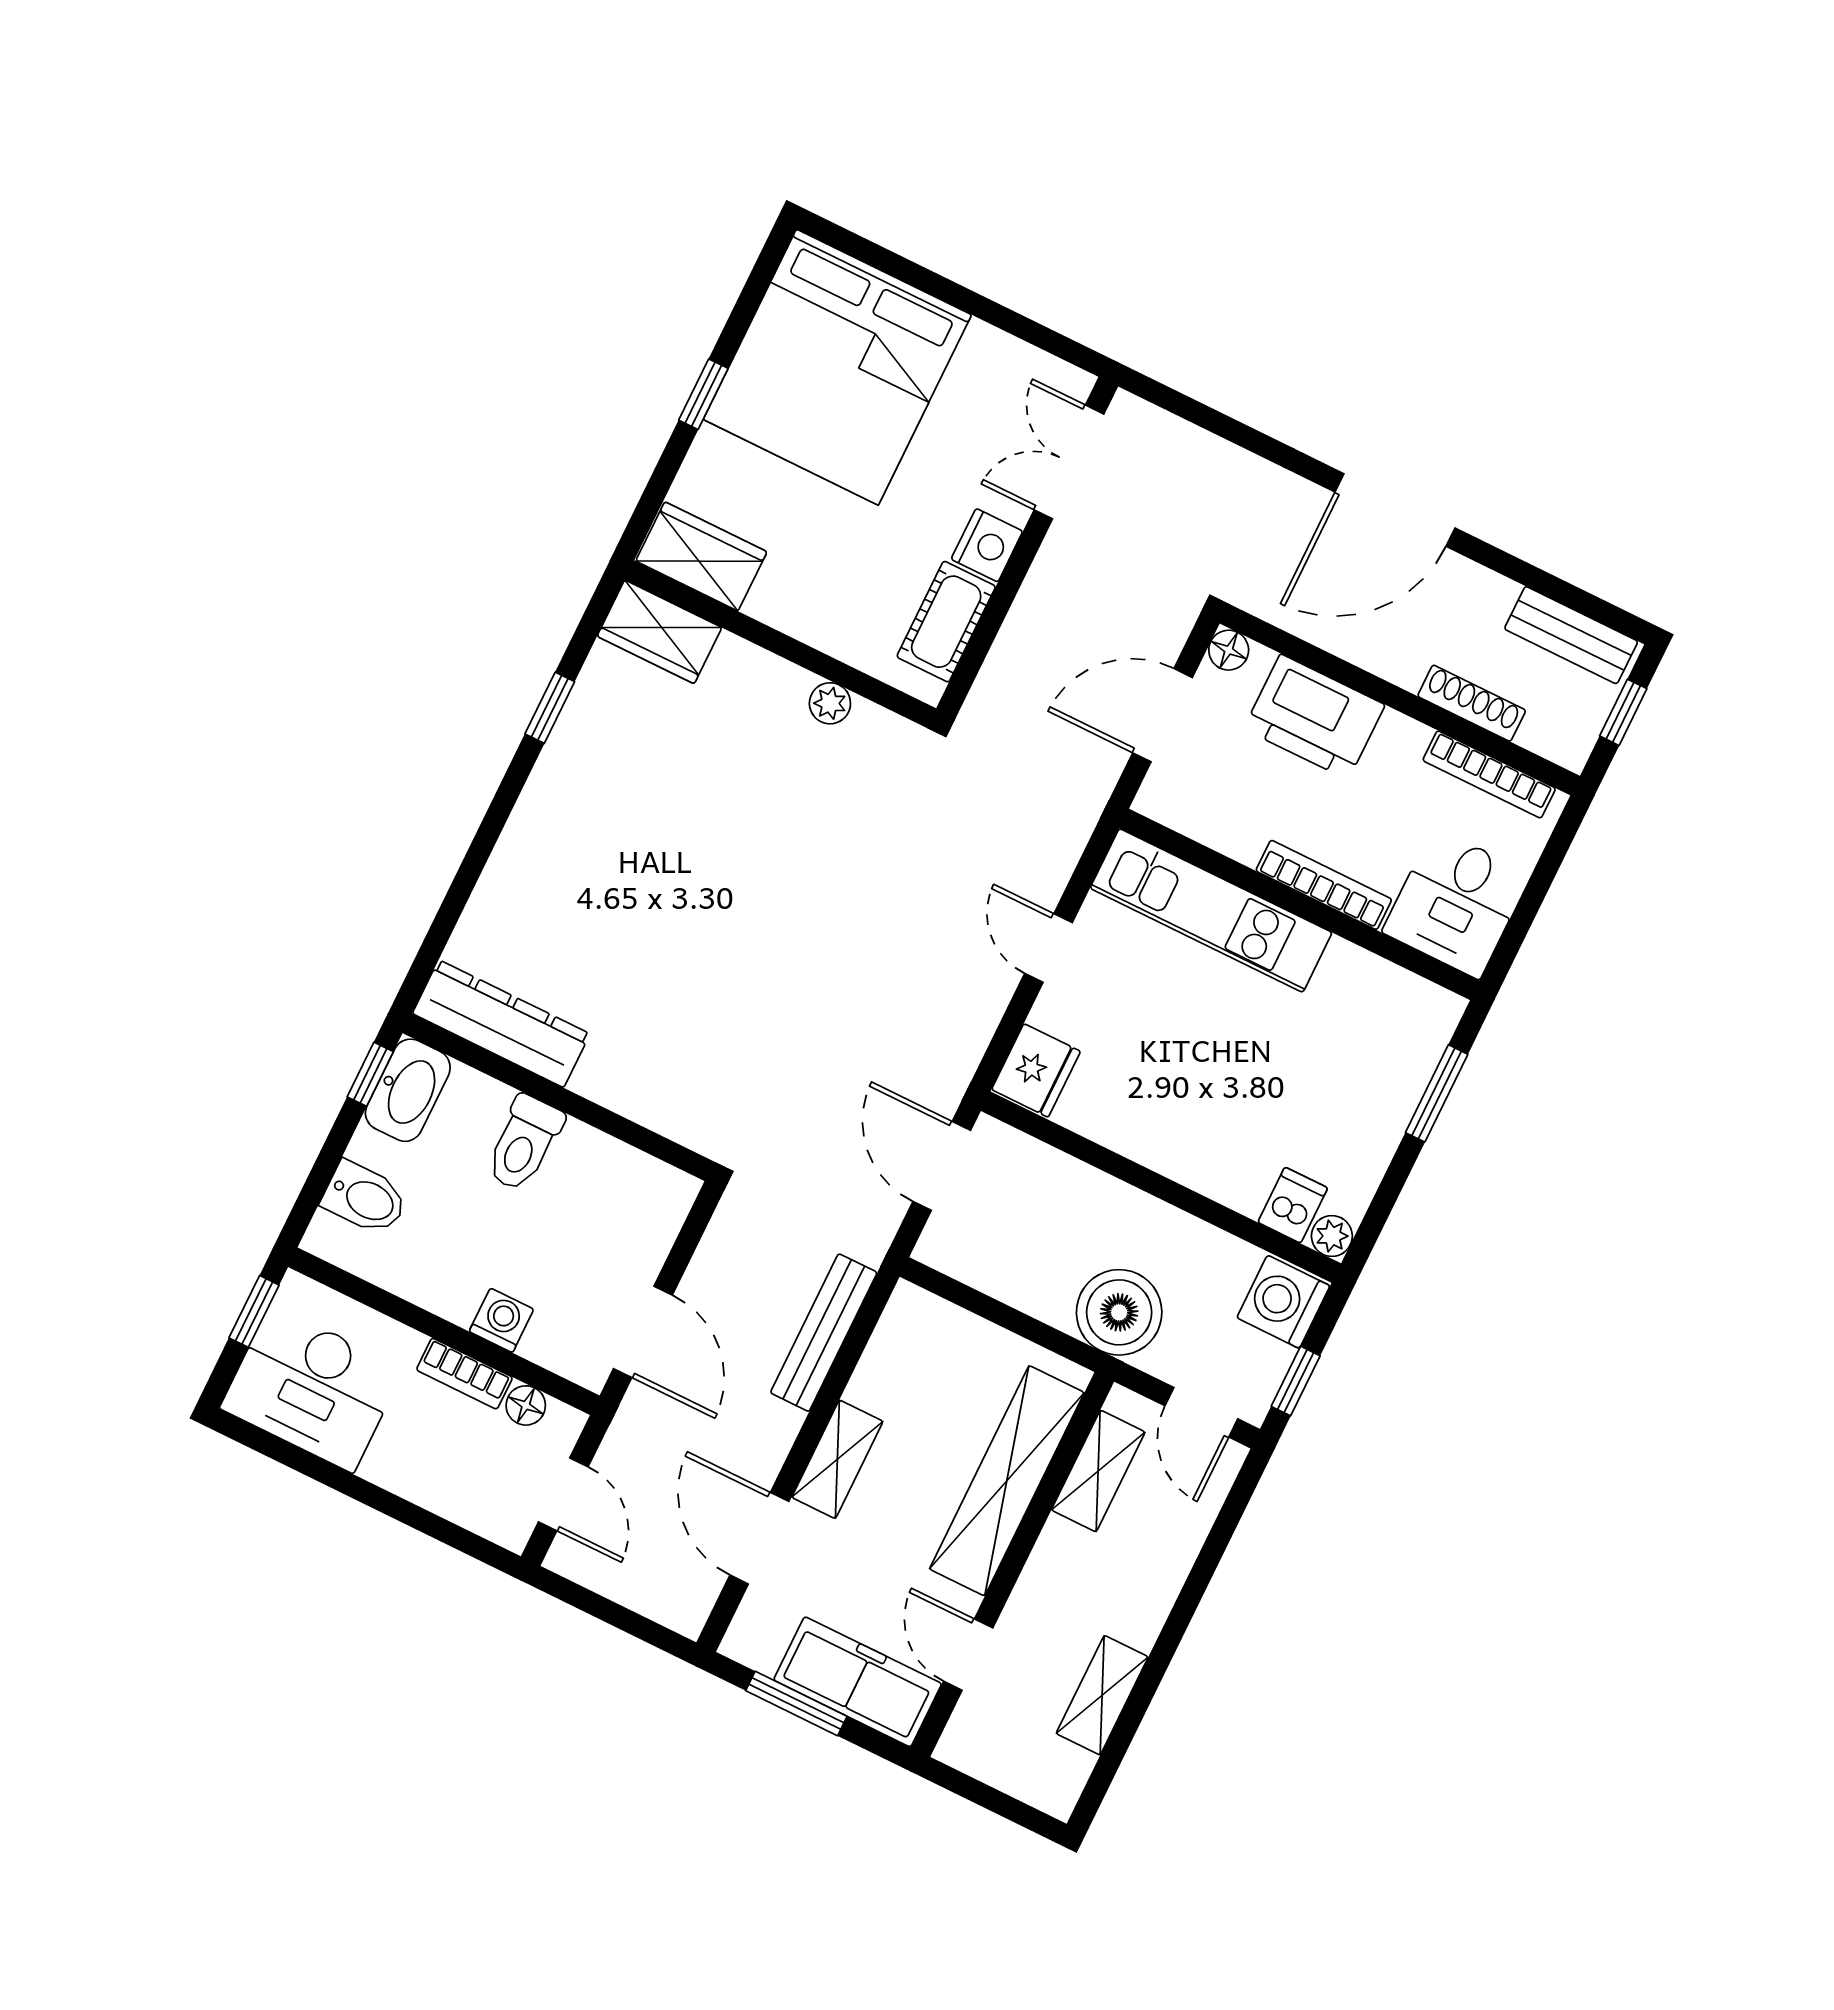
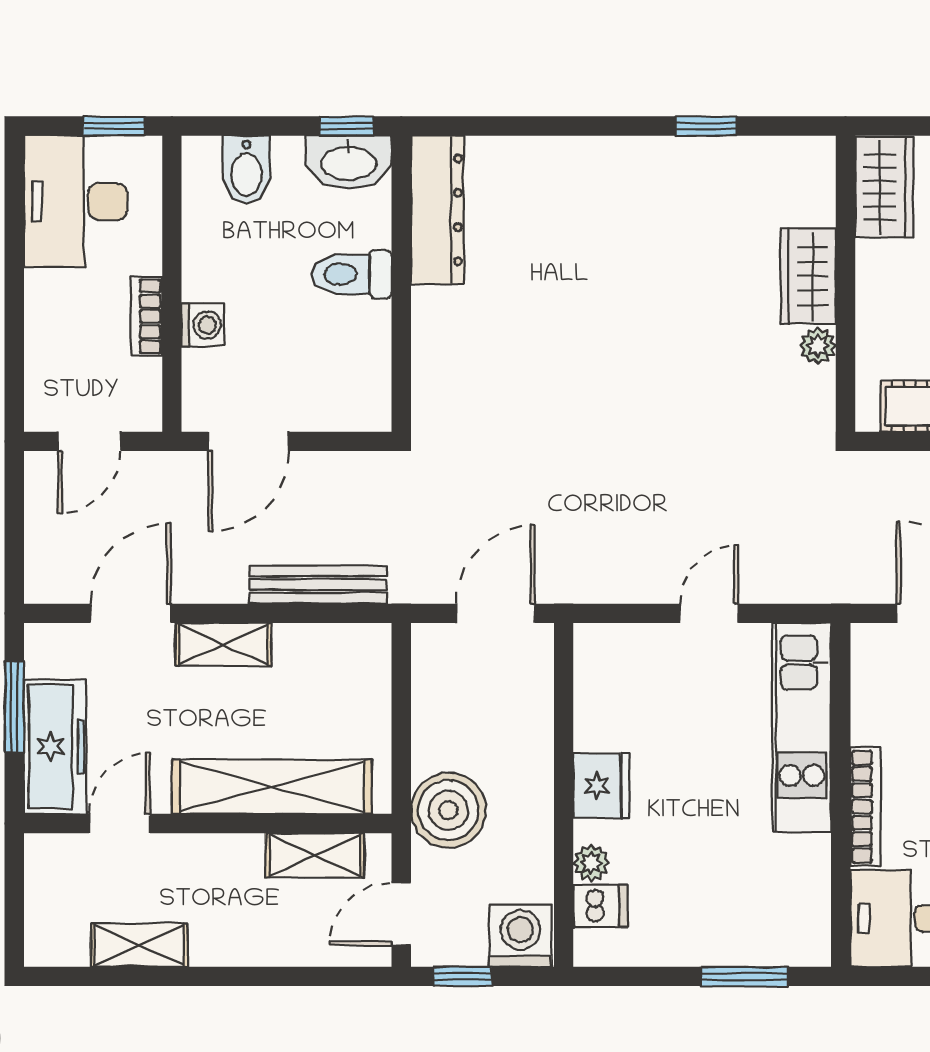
wardrobe: (659, 632) -> (808, 276), moved
fridge: (1036, 1070) -> (601, 786), moved, turned -90
plant: (1332, 1236) -> (591, 863), moved
floor lamp: (526, 1405) -> (145, 377), removed

